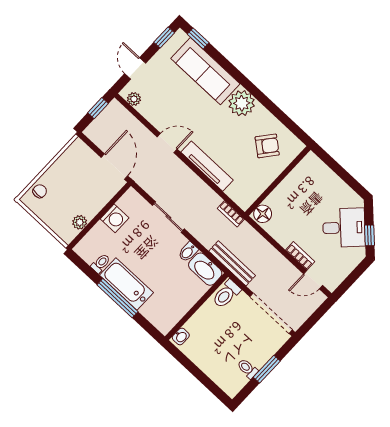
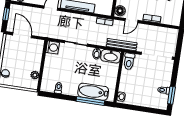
door: (114, 167) -> (22, 35), moved
washing machine: (115, 218) -> (53, 47), moved
door: (313, 280) -> (131, 21), moved
bathtub: (126, 284) -> (93, 92), moved
window: (117, 298) -> (90, 101), moved
window: (267, 369) -> (171, 95), moved

